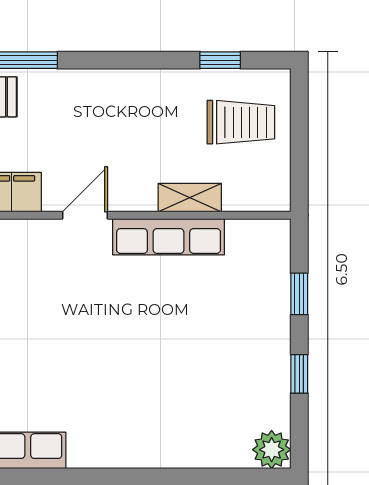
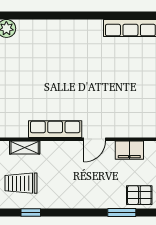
shelving: (190, 198) -> (25, 148), moved

